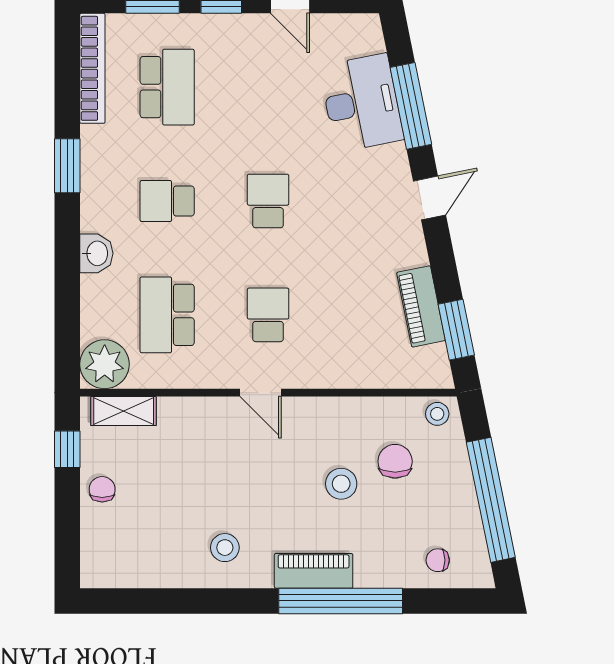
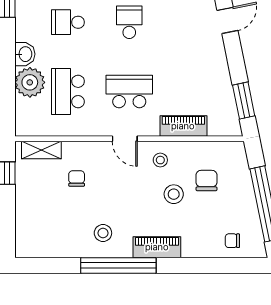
piano: (421, 306) -> (183, 126), moved, turned 101
school desk: (268, 315) -> (129, 91), width x1.85
plant: (105, 364) -> (30, 82), moved
stool: (437, 414) -> (160, 160), moved
chair: (102, 489) -> (77, 178), moved
window: (341, 601) -> (118, 266), moved

